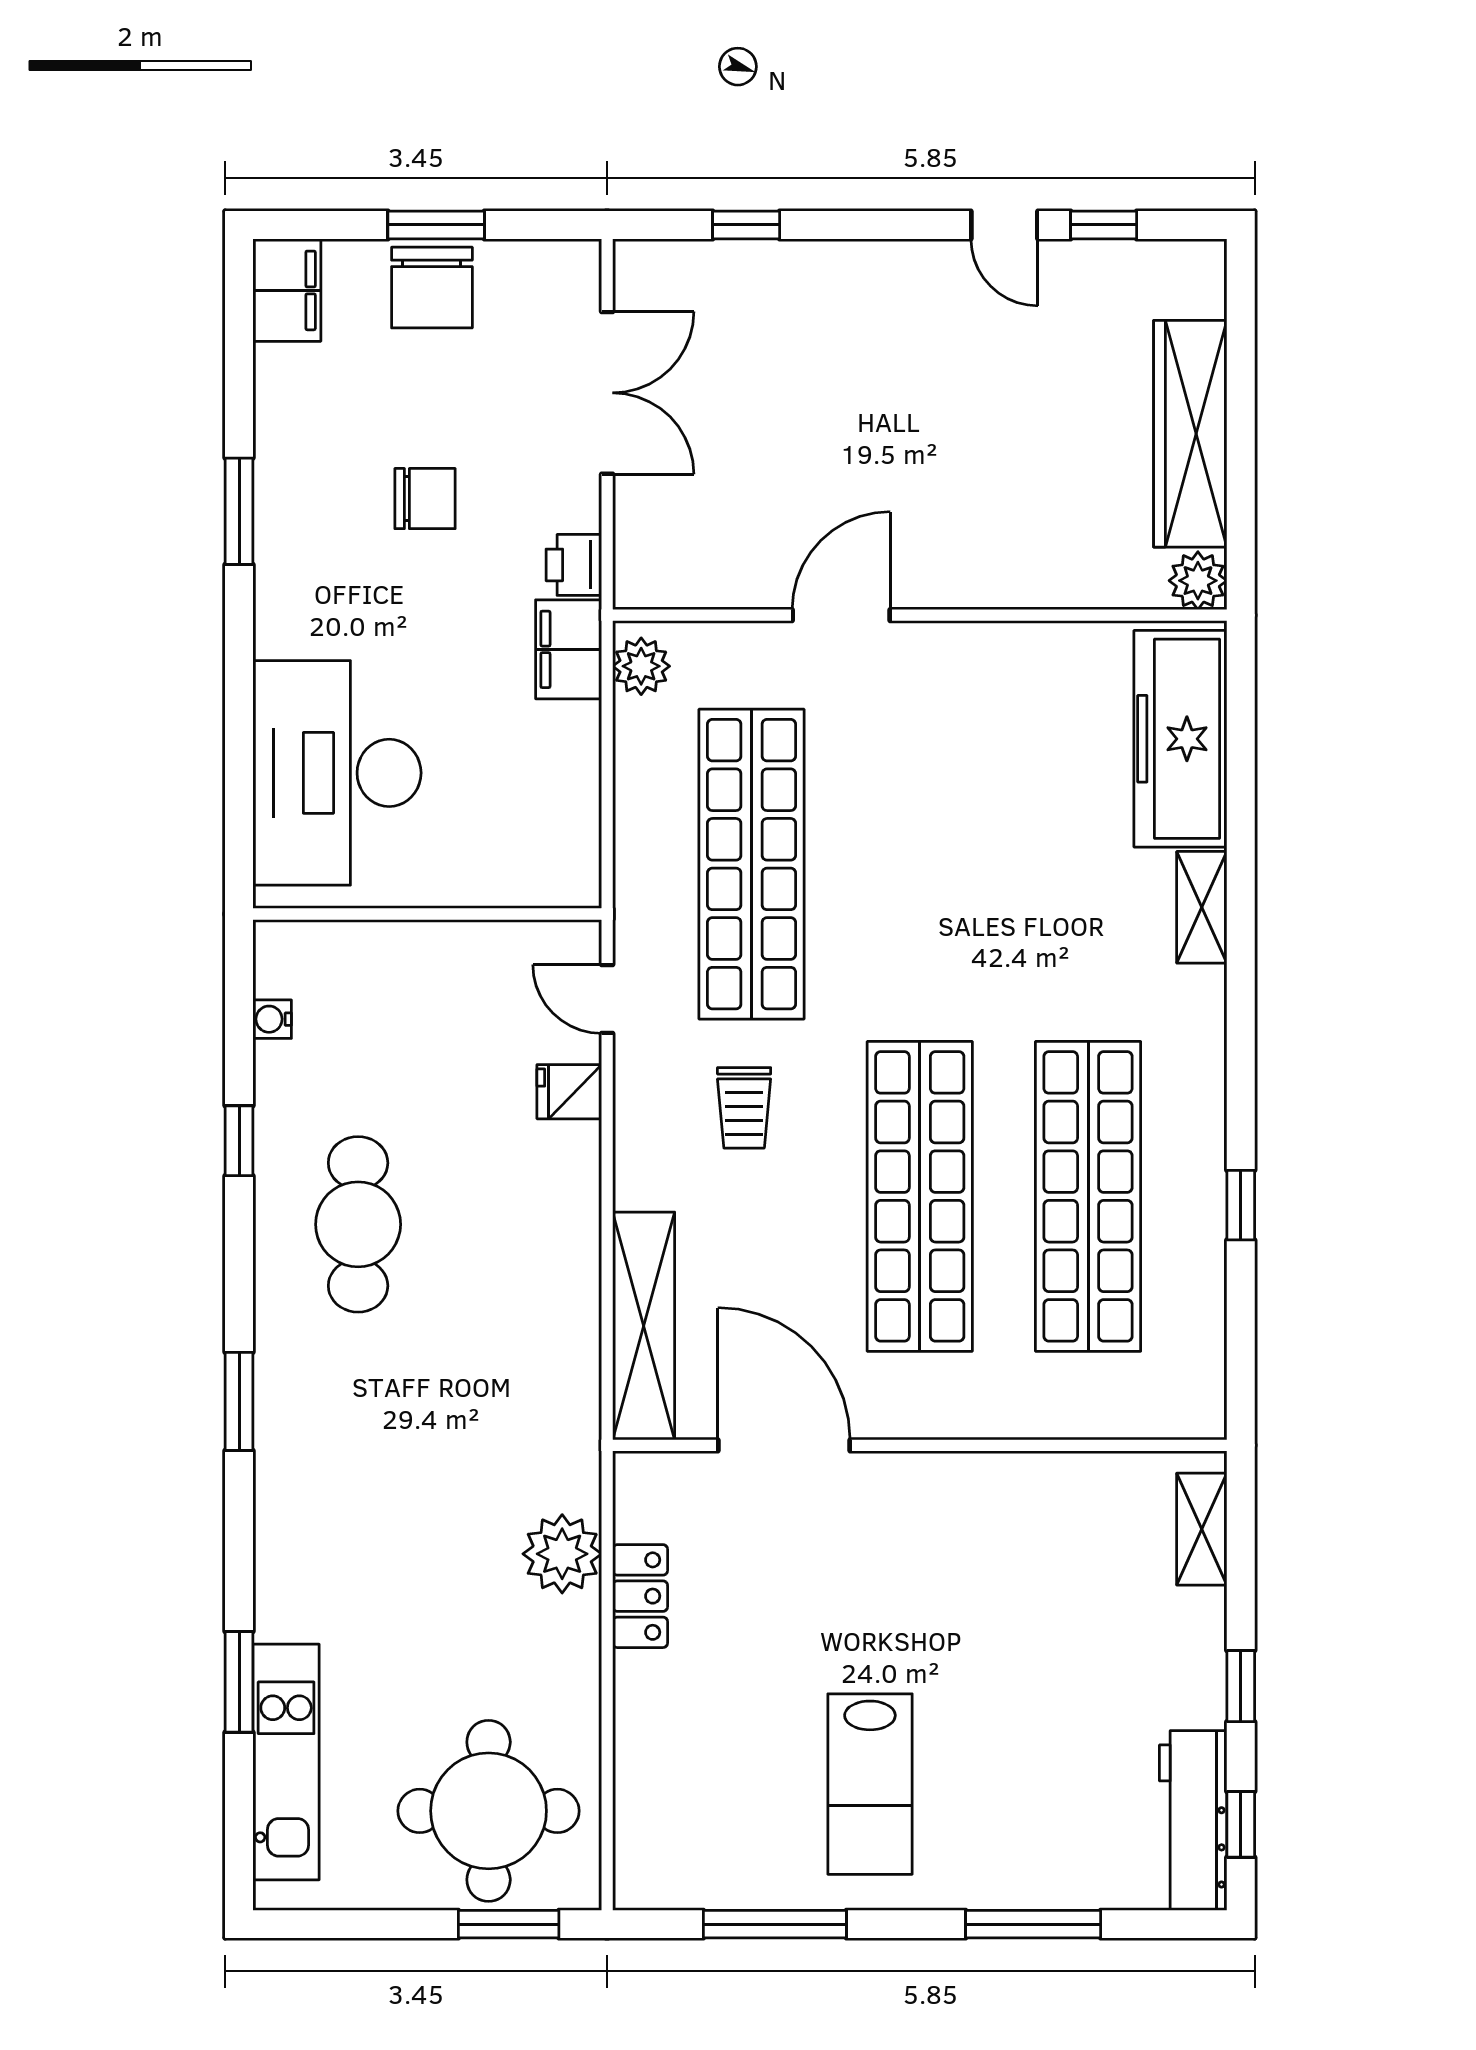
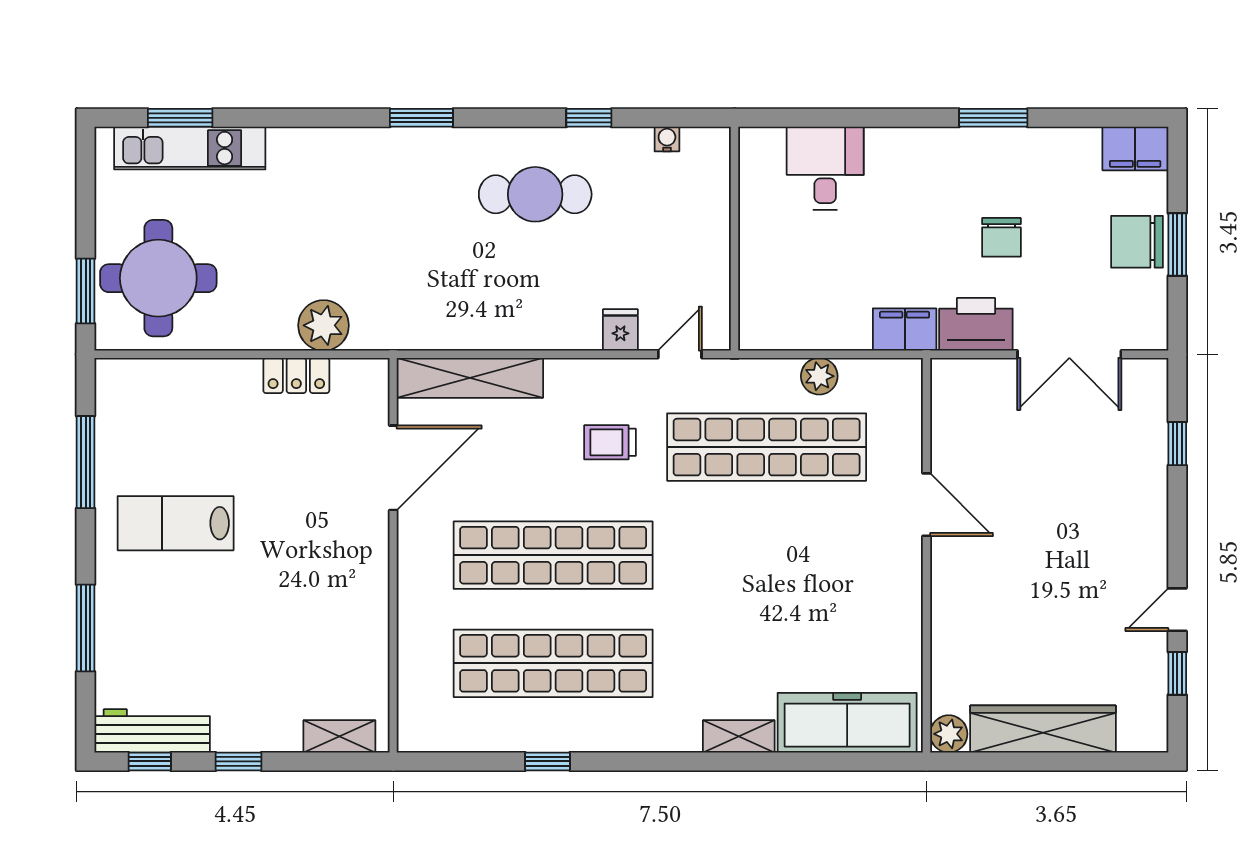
printer: (574, 565) -> (976, 324), width x1.87, depth x1.48
plant: (641, 666) -> (819, 376), moved
desk: (337, 773) -> (825, 168), width x0.53, depth x0.77
window: (239, 1682) -> (180, 118), moved

